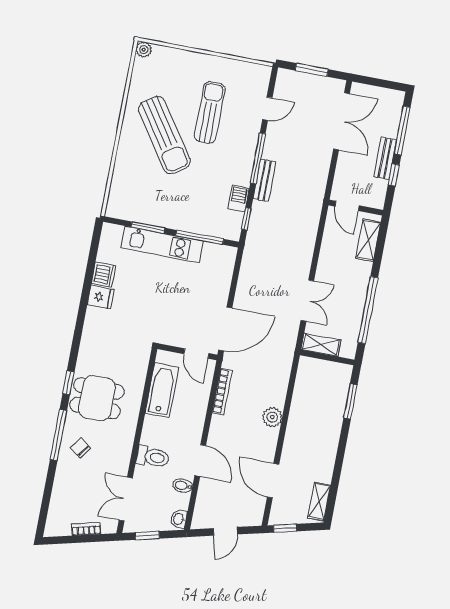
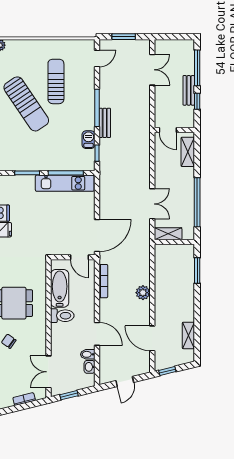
door: (267, 109) -> (97, 58), moved
double door: (342, 121) -> (152, 70), width x0.73
kitchen unit: (162, 244) -> (65, 183), moved
toilet: (153, 457) -> (62, 316), moved
shelving: (319, 501) -> (188, 335), moved
washbasin: (179, 519) -> (90, 367), moved

